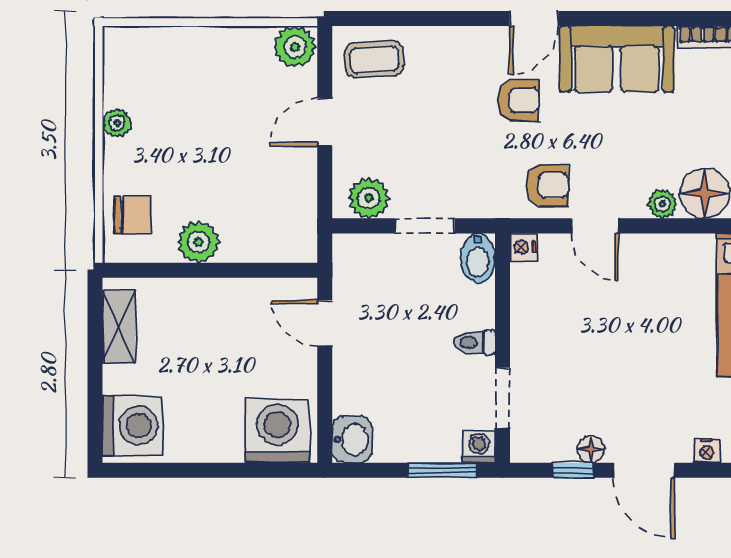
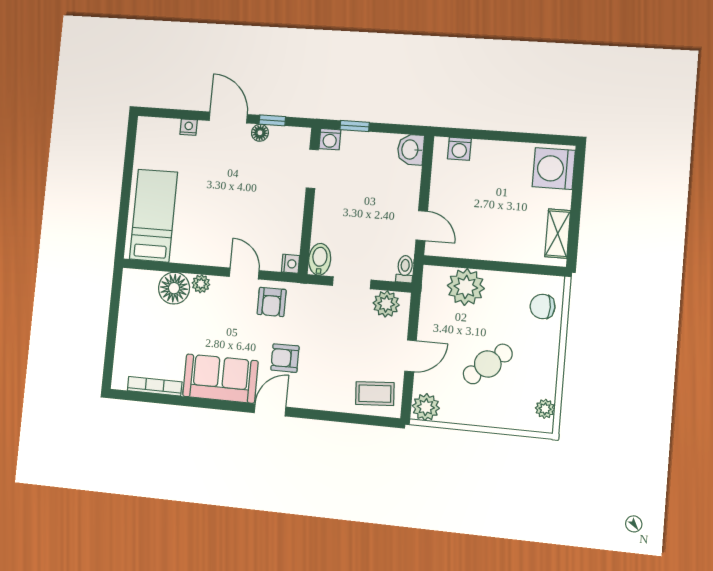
cafe table: (207, 121) -> (488, 364), added
plant: (117, 123) -> (545, 409), moved
armchair: (547, 185) -> (272, 302), turned -90
plant: (199, 242) -> (466, 287), moved, width x1.36, depth x1.36
toilet: (474, 342) -> (405, 269), moved, turned -90
washing machine: (277, 431) -> (459, 149), width x0.53, depth x0.53
window: (442, 470) -> (355, 126), width x0.67

